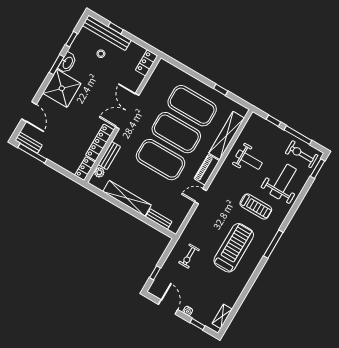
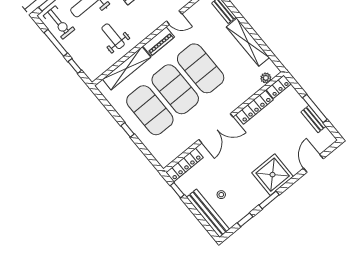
window: (116, 28) -> (177, 190), moved
washbasin: (67, 63) -> (258, 198), removed
locker: (147, 63) -> (184, 165), width x1.53
window: (221, 90) -> (127, 130), moved
bench: (29, 143) -> (314, 119), moved
window: (32, 153) -> (315, 109), moved
bench: (109, 156) -> (250, 91), removed

